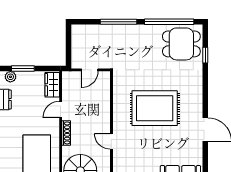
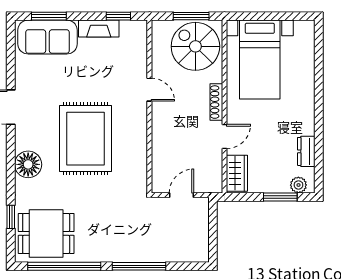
floor lamp: (194, 91) -> (28, 164), added
rug: (155, 108) -> (86, 139), turned 90

